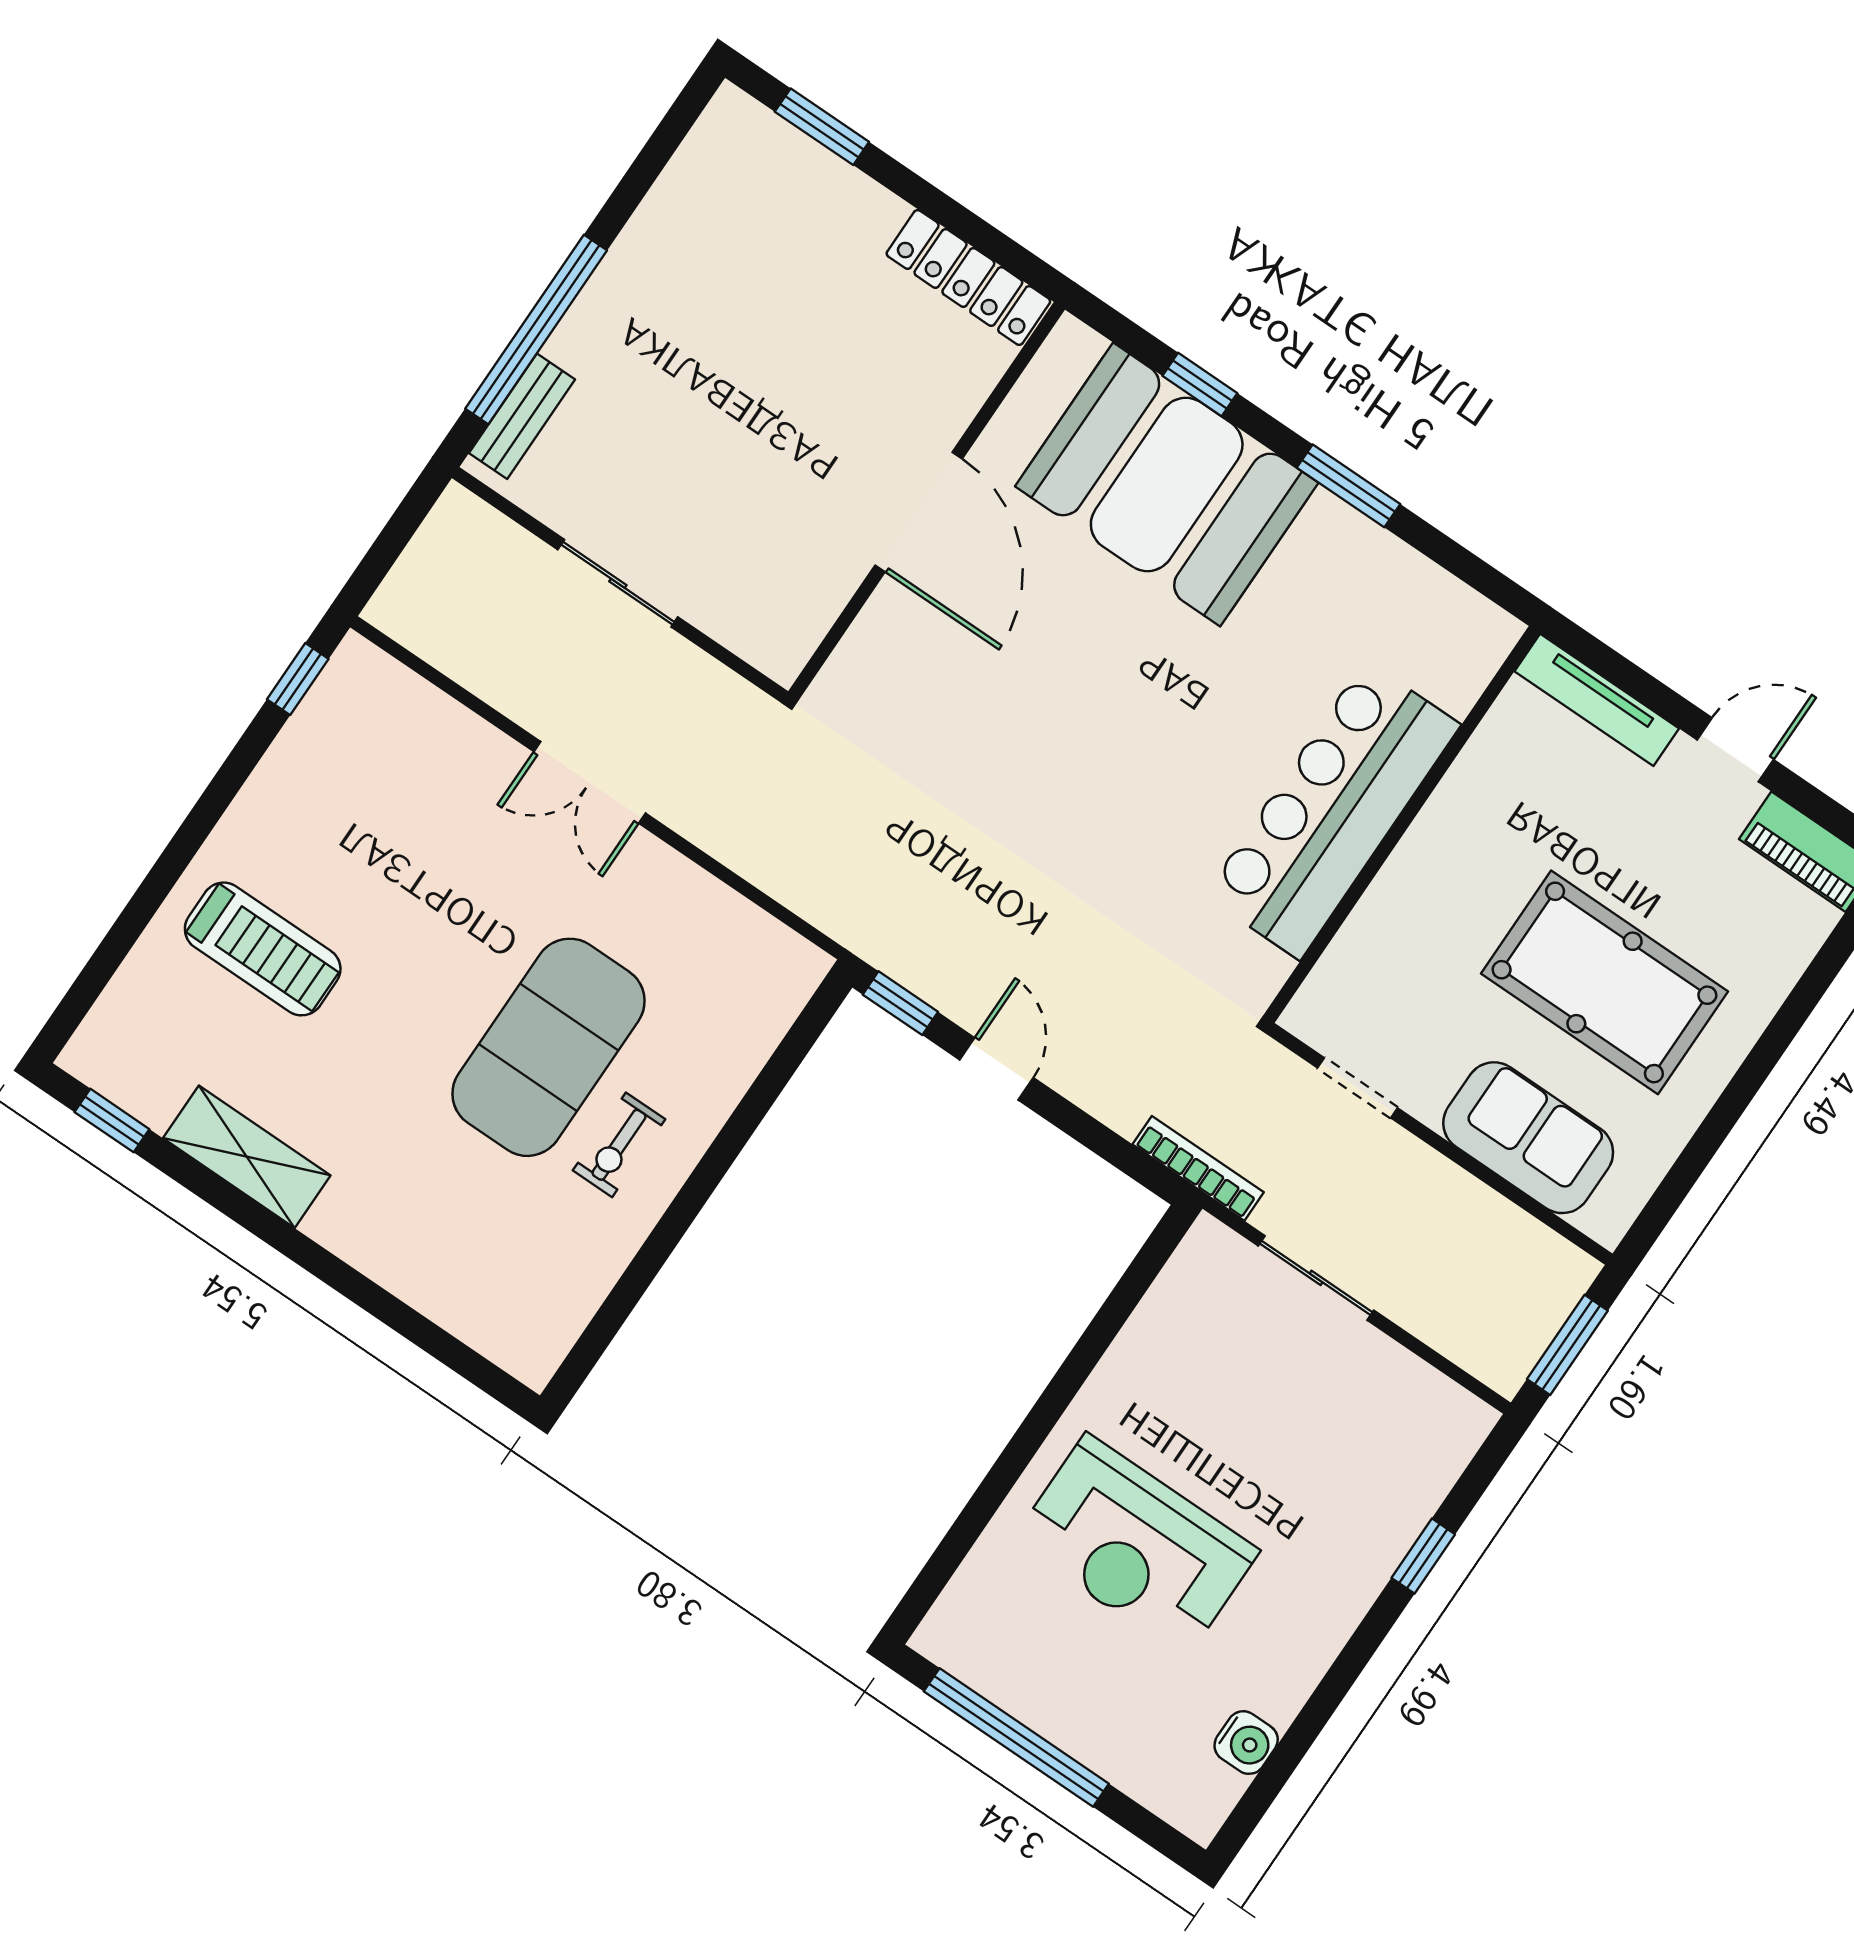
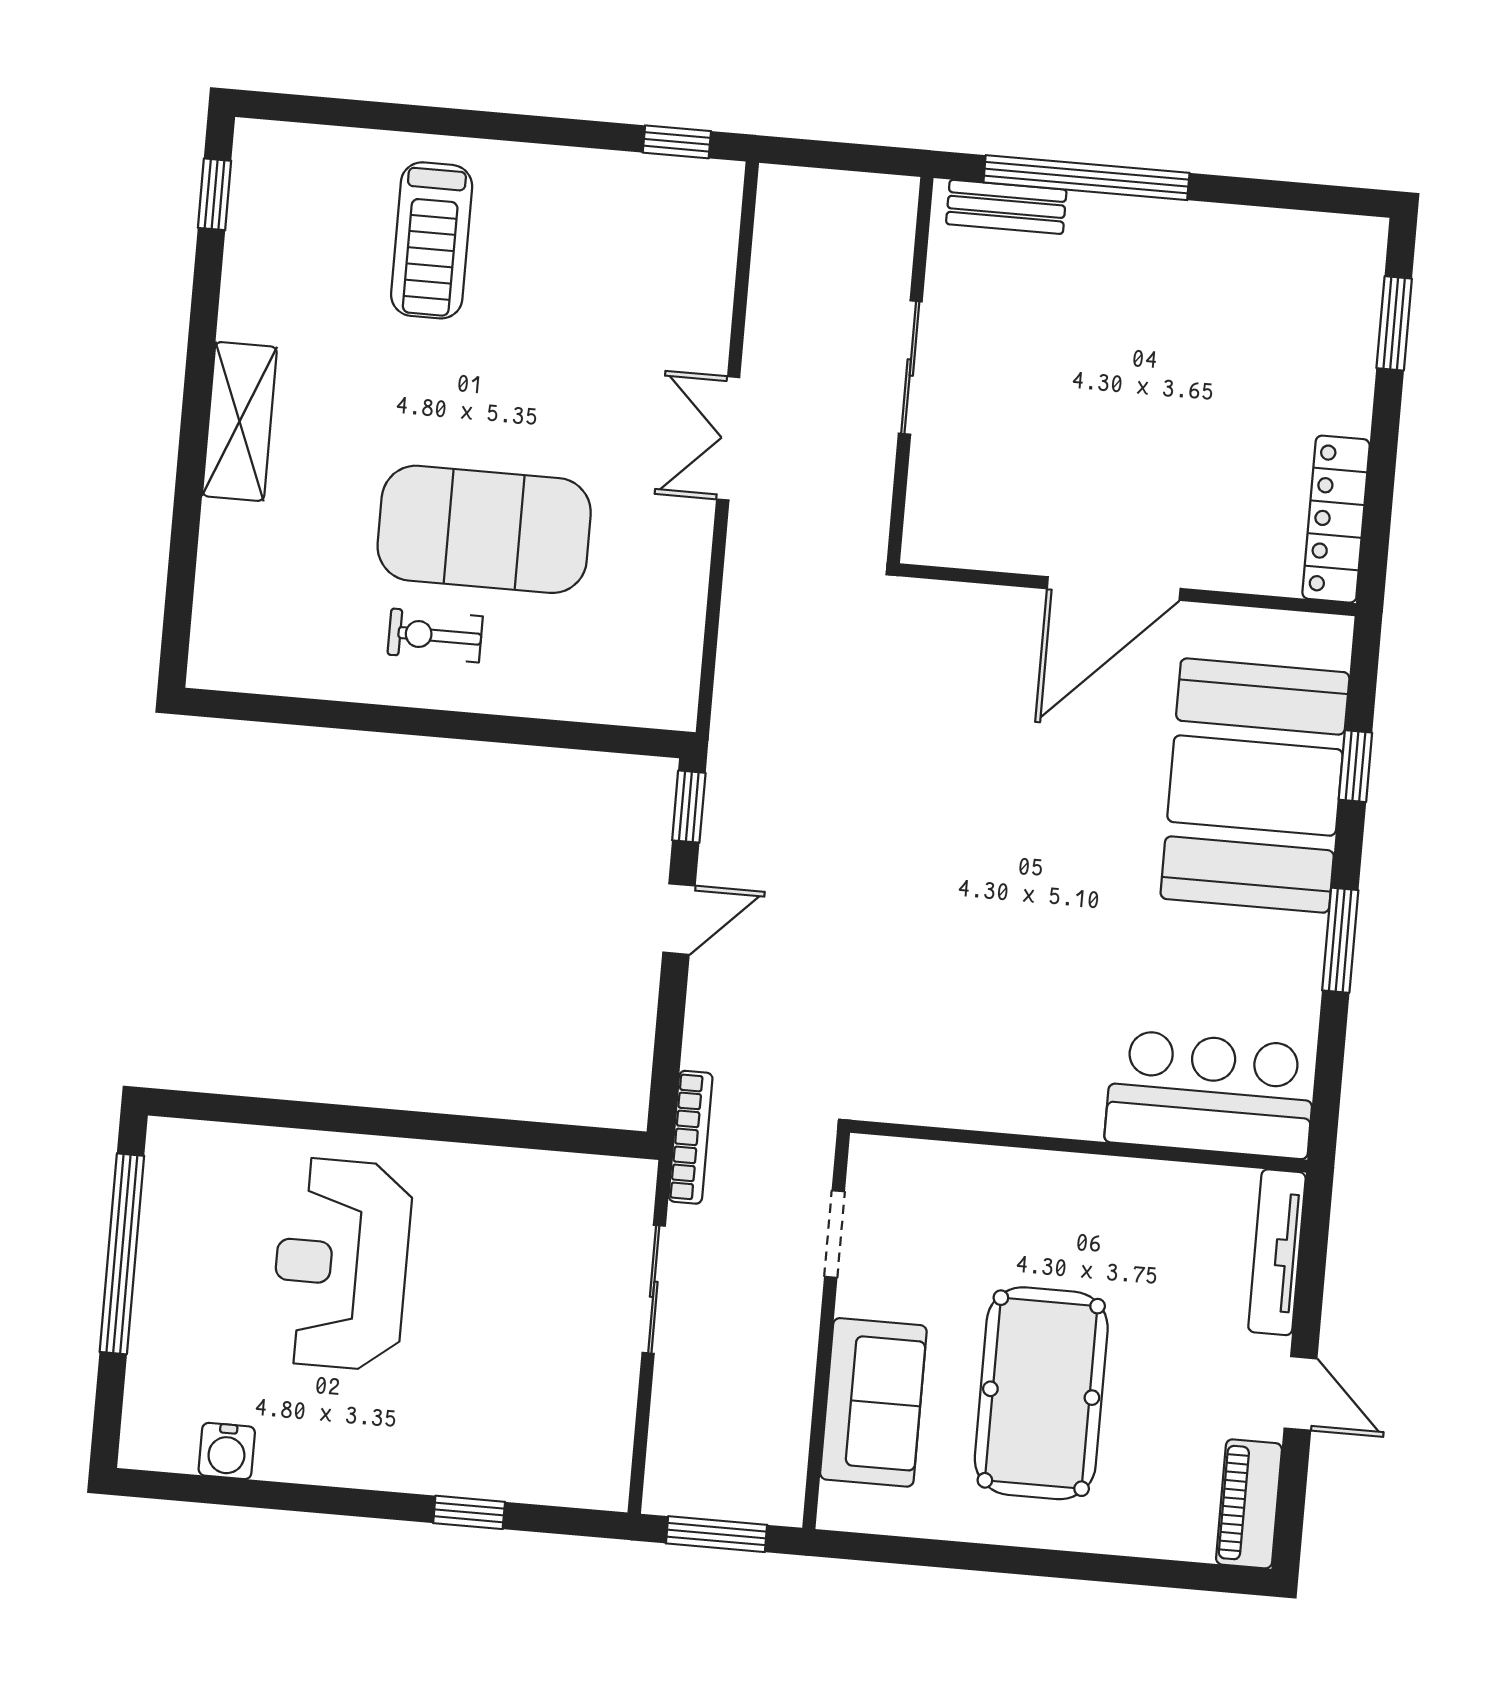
bar counter: (1333, 810) -> (1211, 1094), moved, width x0.73
shelving: (247, 1157) -> (240, 421), moved

